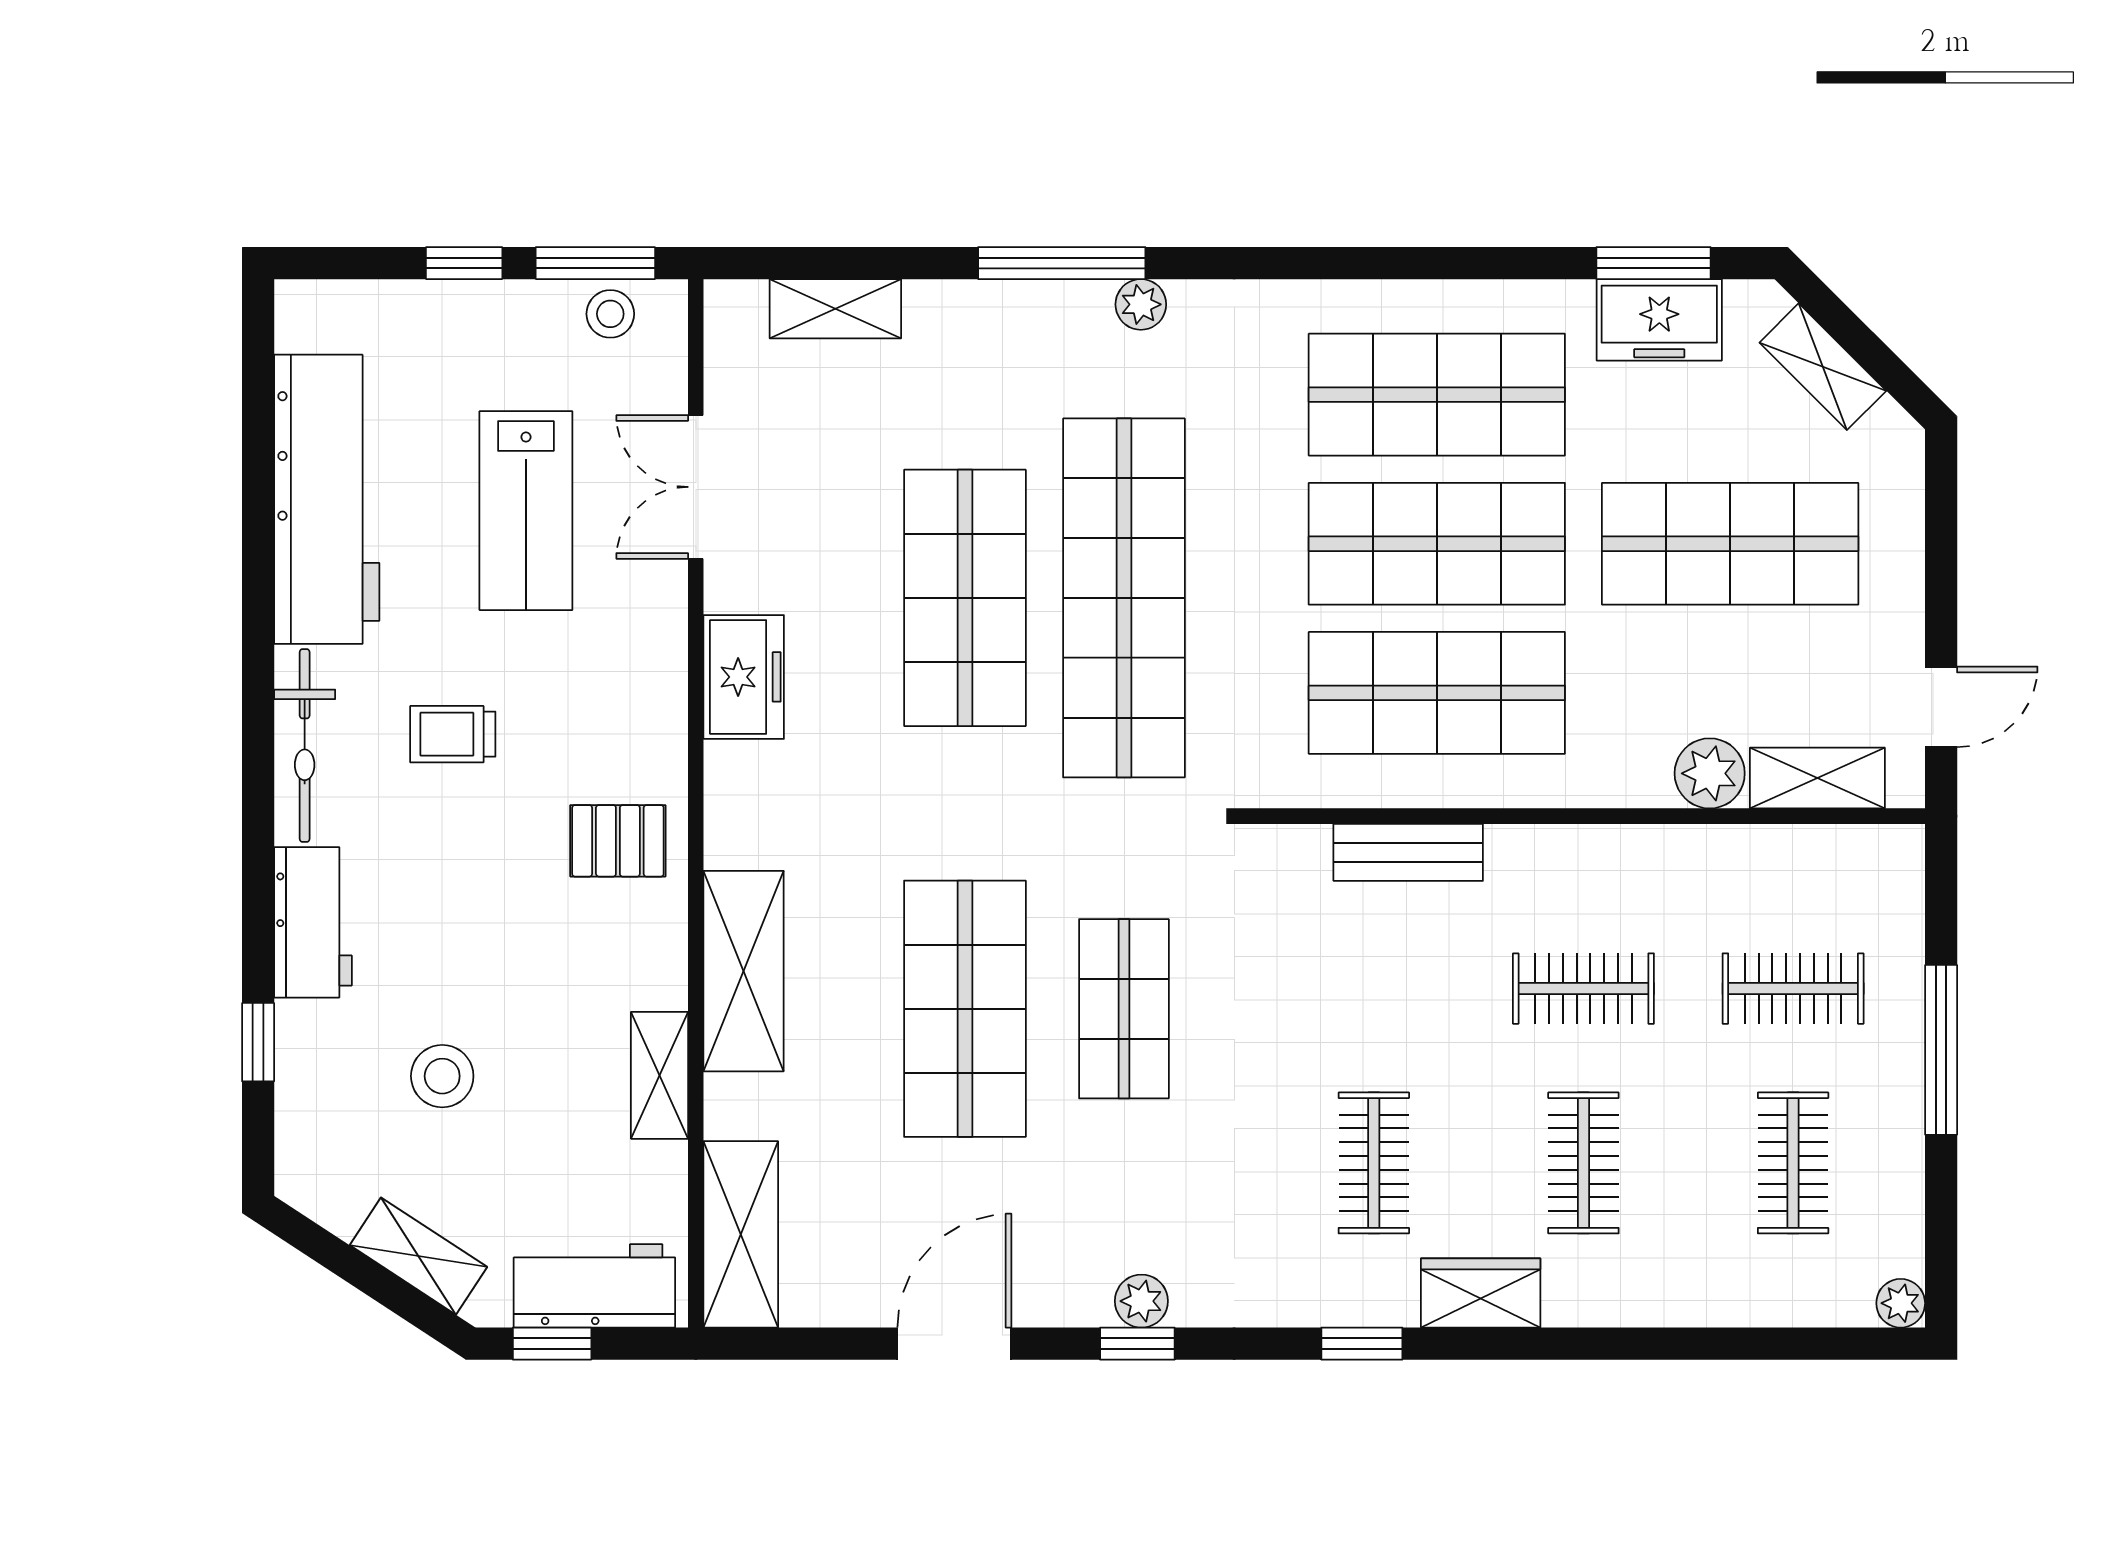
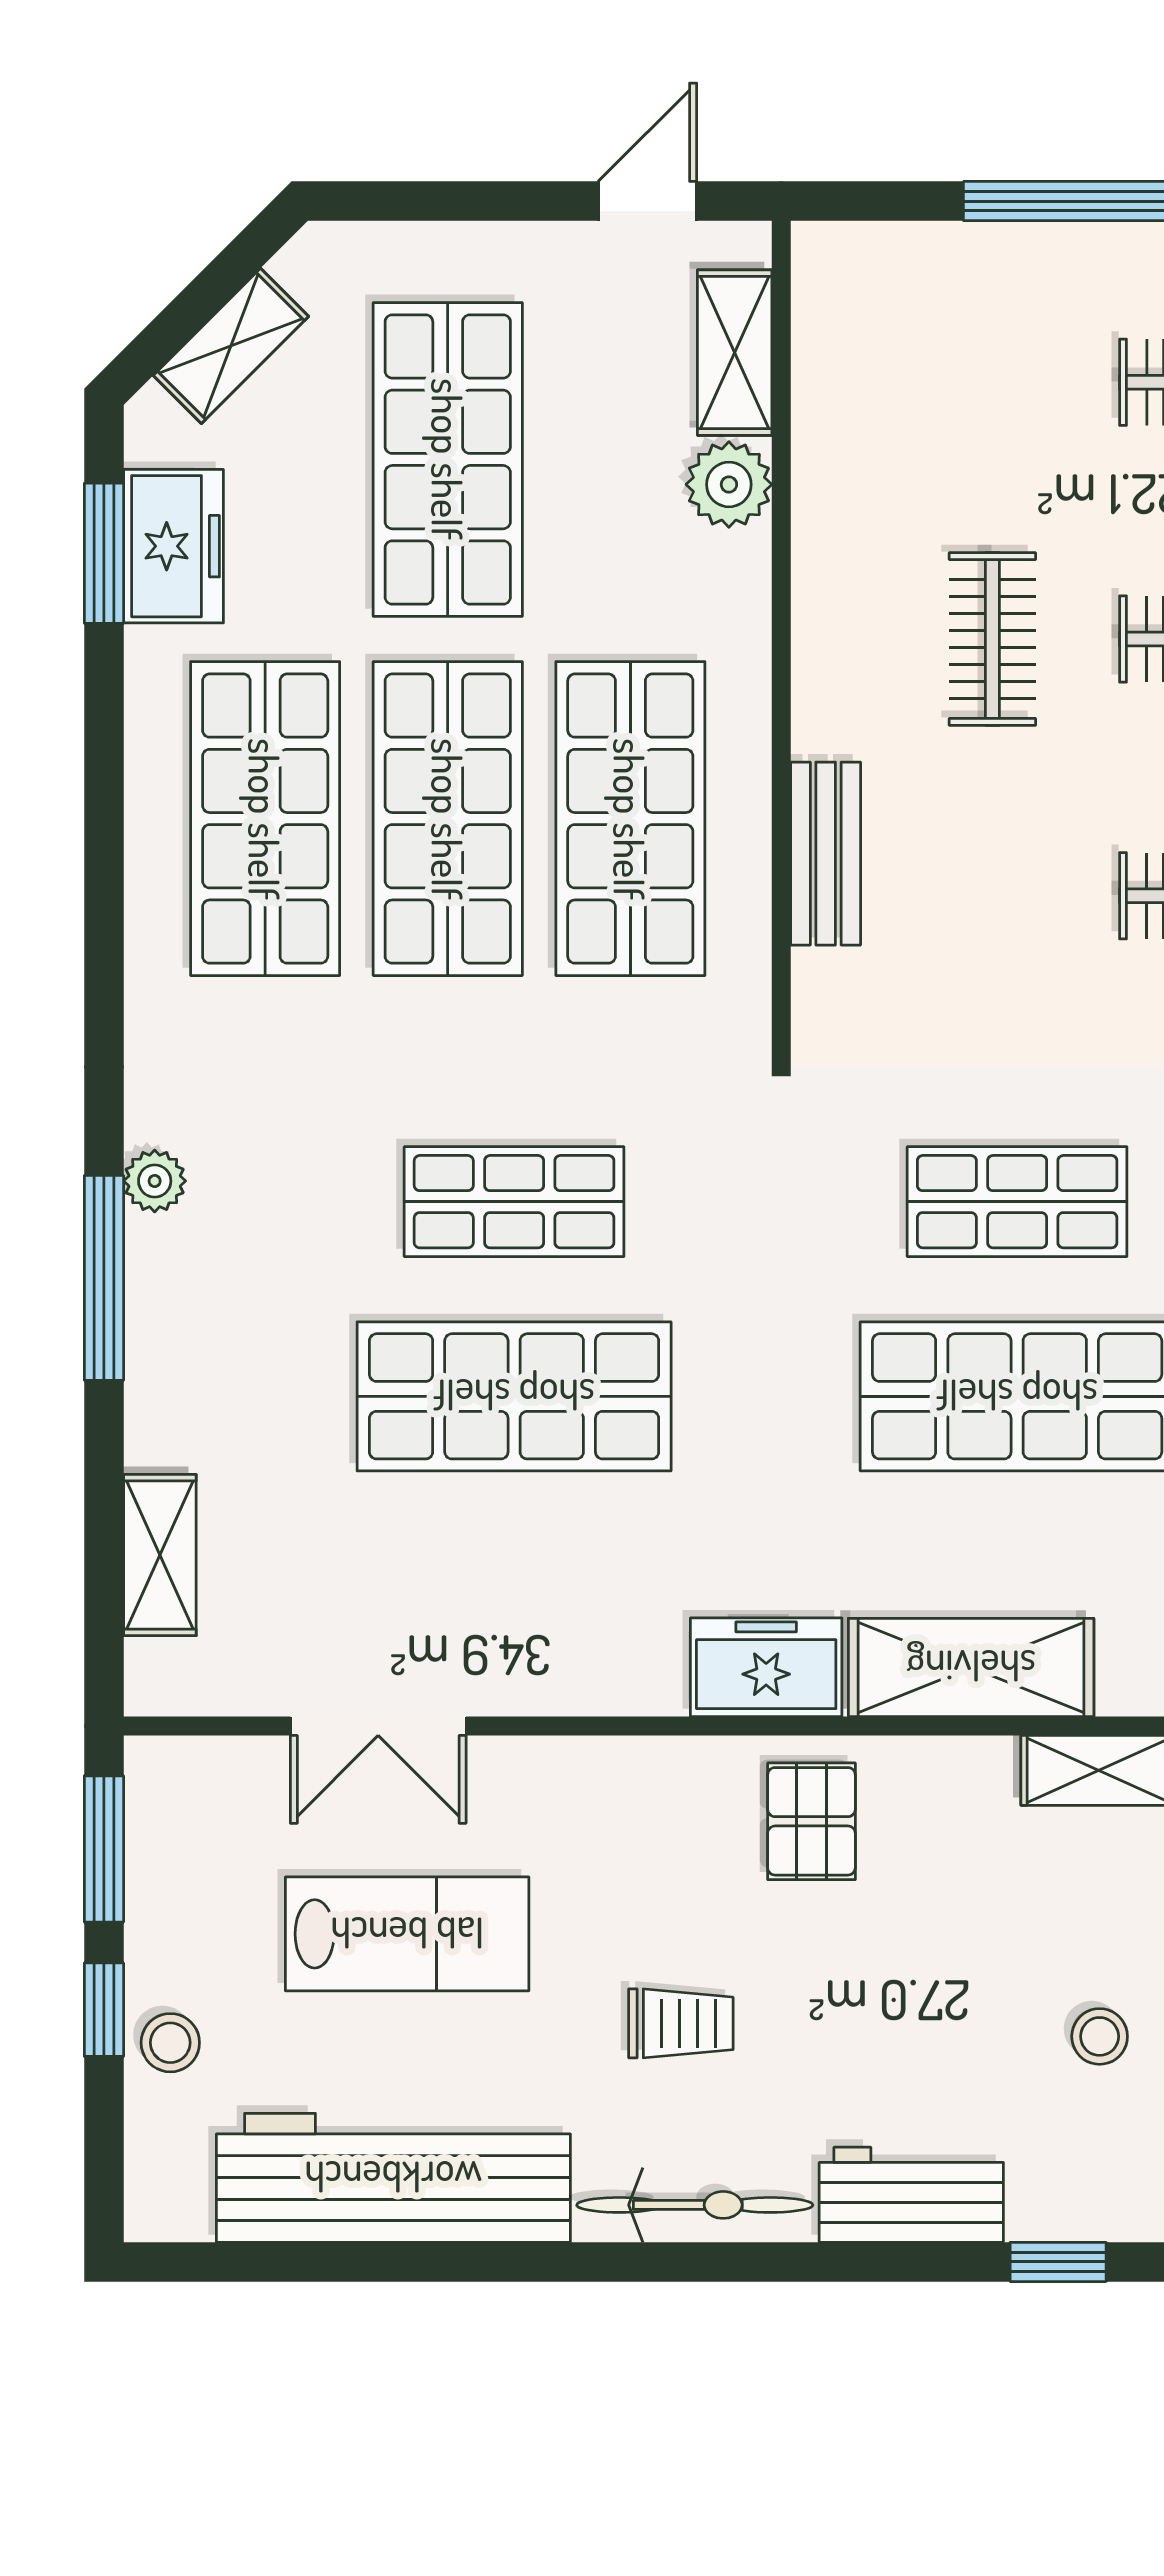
stool: (610, 314) -> (170, 2043), moved
shop shelf: (1124, 598) -> (514, 1202), width x0.50, depth x0.74
freezer: (744, 677) -> (766, 1667), moved
door: (1941, 707) -> (647, 201), hinge flipped
trolley: (453, 734) -> (681, 2023), turned -90
clothes rail: (1793, 989) -> (992, 382), removed
stool: (442, 1076) -> (1100, 2036), width x0.73, depth x0.73

